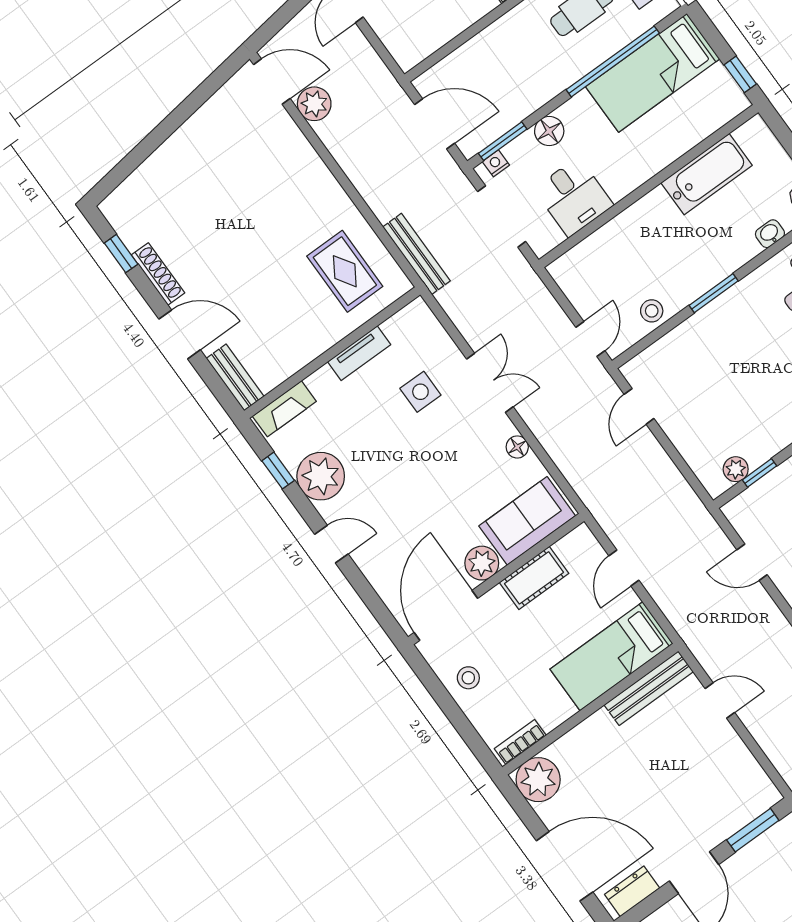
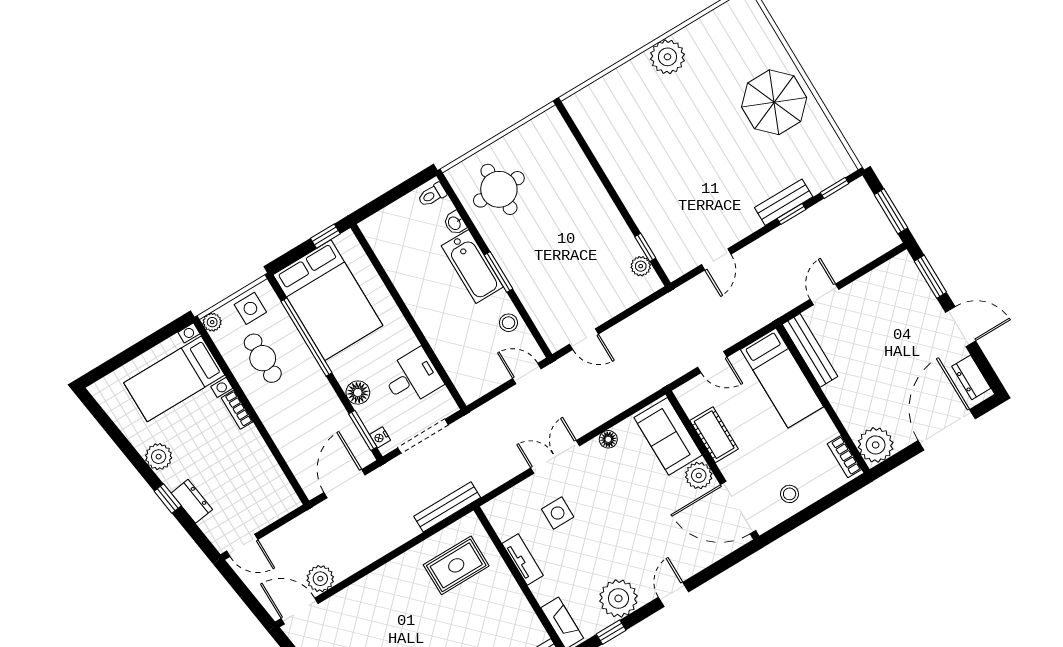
bed: (653, 73) -> (328, 300), width x1.50
door: (272, 82) -> (300, 611), hinge flipped
bathtub: (707, 174) -> (472, 266), moved, turned 180

